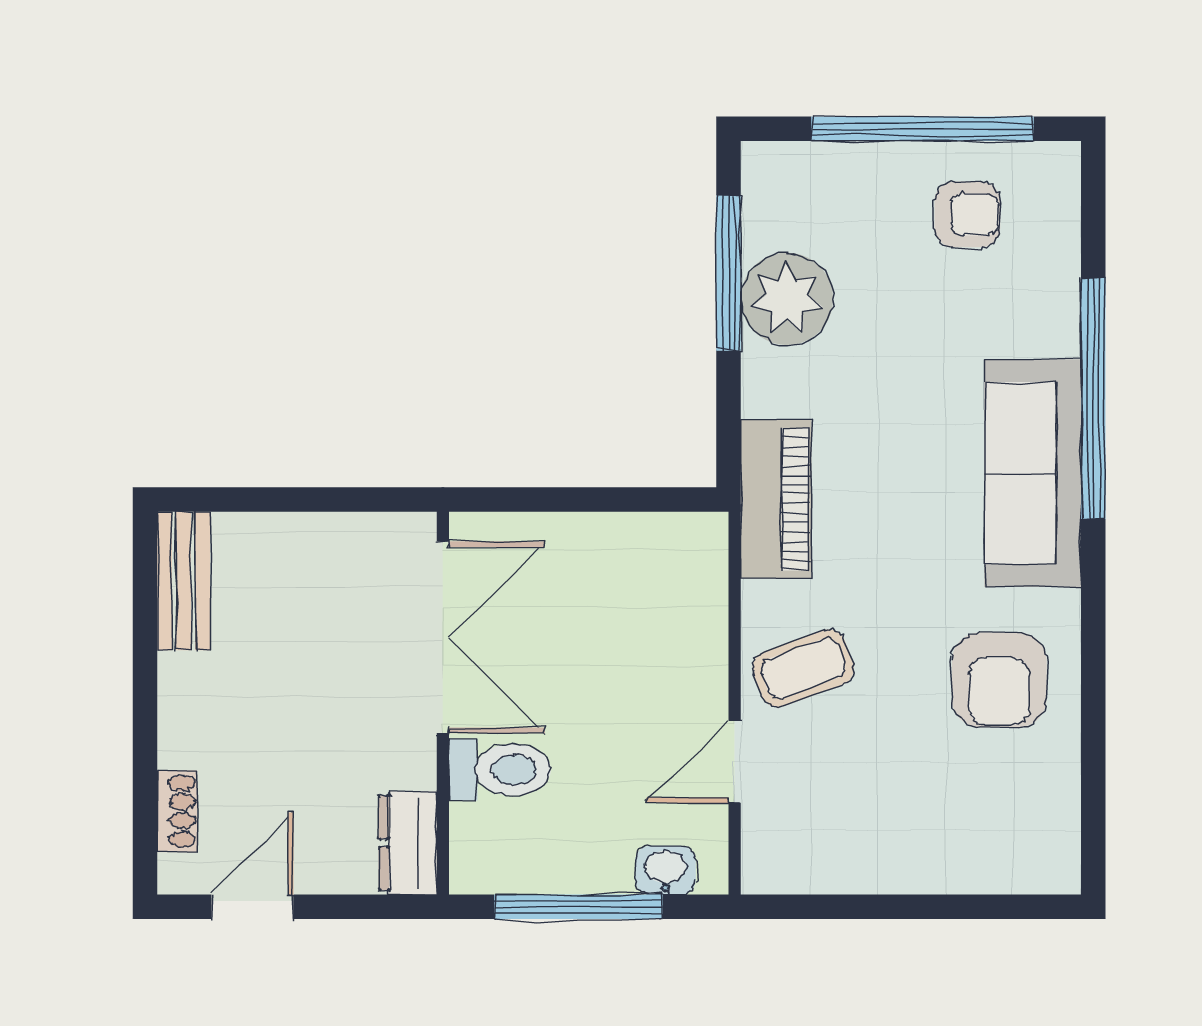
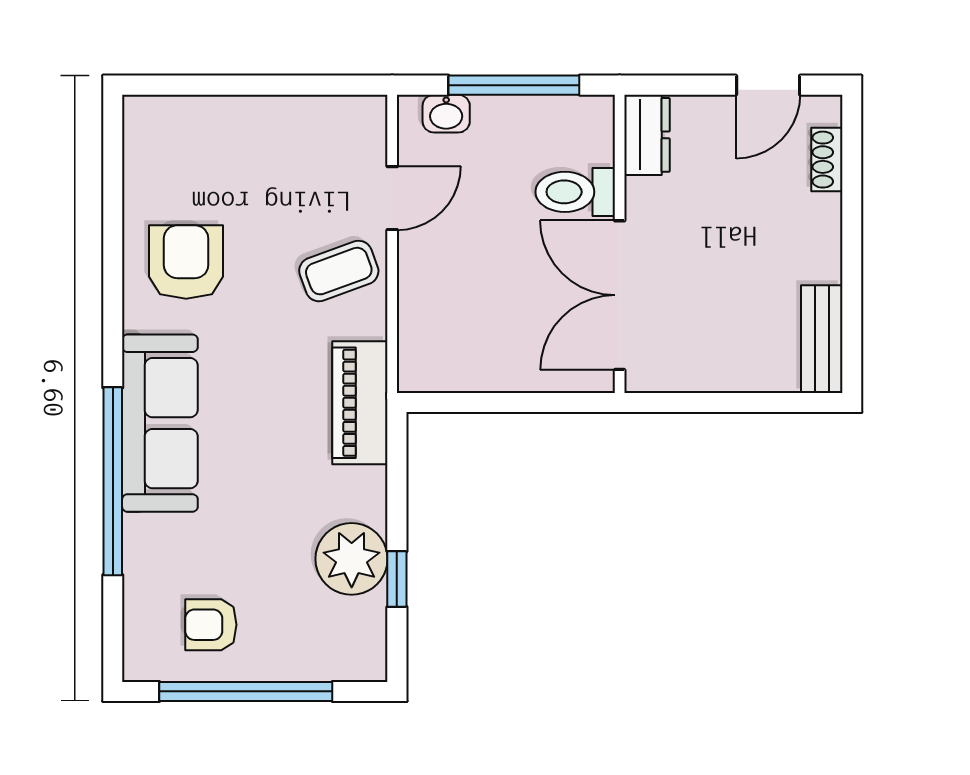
window: (729, 273) -> (397, 579), width x0.46

